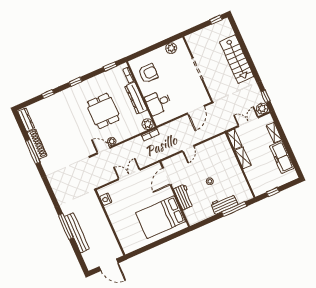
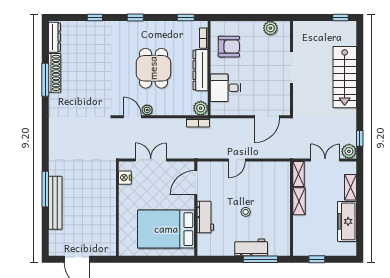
nightstand: (106, 199) -> (125, 178), moved
wall: (110, 223) -> (117, 209), moved

